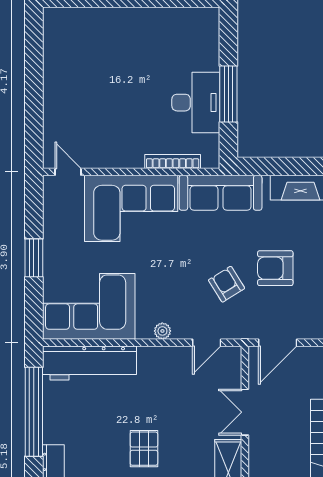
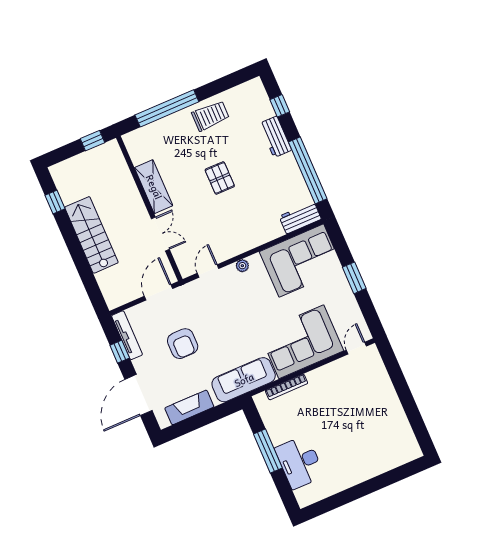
desk: (196, 103) -> (300, 462), moved
door: (68, 172) -> (356, 348), swing flipped
armchair: (275, 268) -> (183, 344), turned 90
armchair: (227, 284) -> (212, 318), removed
workbench: (90, 363) -> (300, 218), width x0.53, depth x0.76

